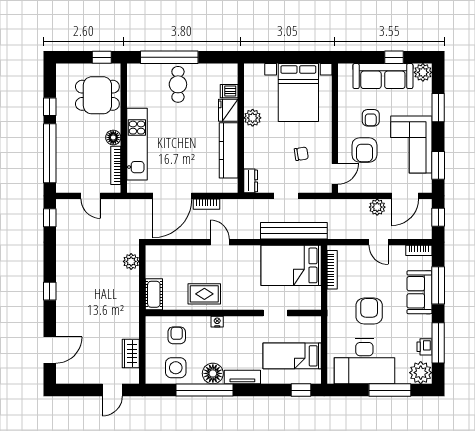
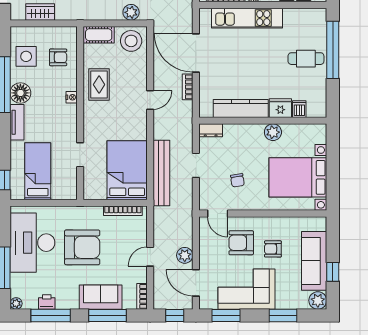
stool: (160, 261) -> (131, 41), added
armchair: (369, 311) -> (82, 247), width x1.36, depth x1.36
plant: (421, 373) -> (16, 303), width x0.53, depth x0.53

